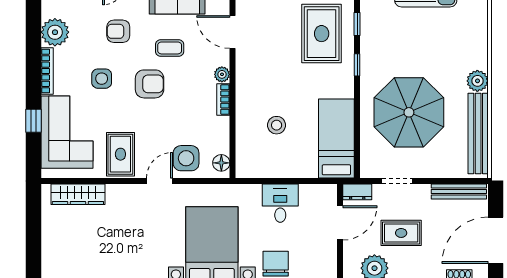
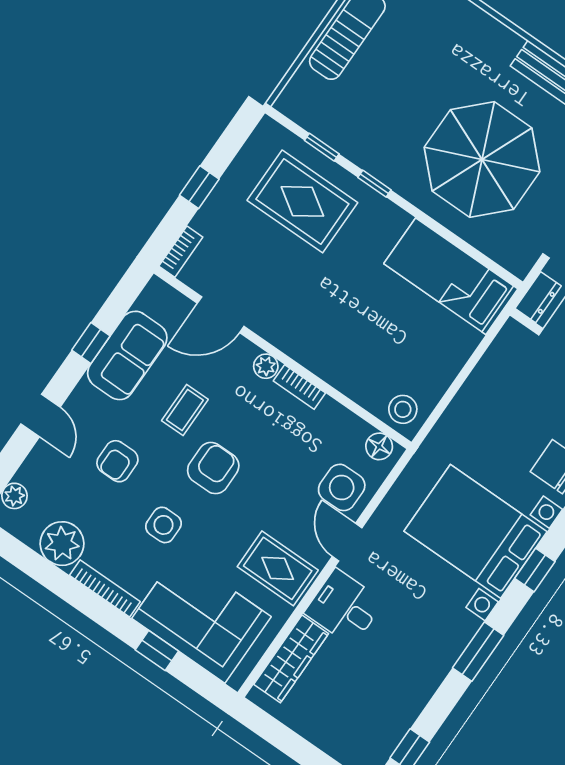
plant: (477, 81) -> (503, 43), removed
stool: (277, 125) -> (403, 409), moved
desk: (280, 203) -> (344, 607), moved

